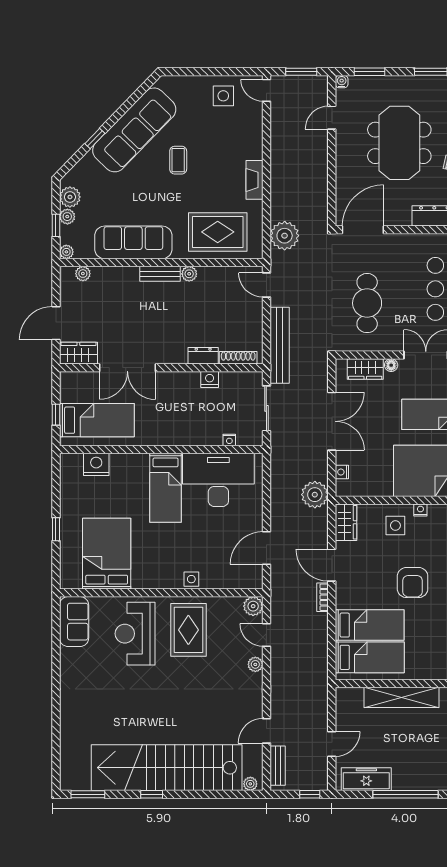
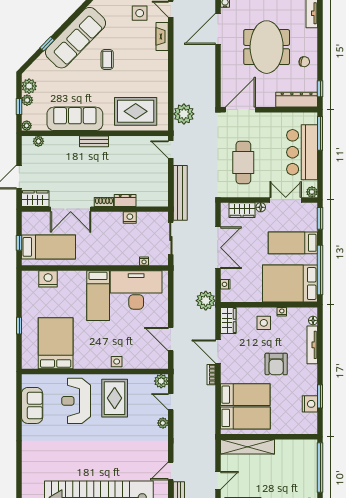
door: (332, 118) -> (218, 29), width x1.87
fireplace: (255, 180) -> (162, 36), moved
plant: (189, 274) -> (115, 141), removed
shoe rack: (238, 358) -> (104, 202), moved, width x0.70
door: (266, 548) -> (171, 339), hinge flipped
sofa: (74, 622) -> (32, 405), moved
shelving: (402, 697) -> (248, 447), moved

